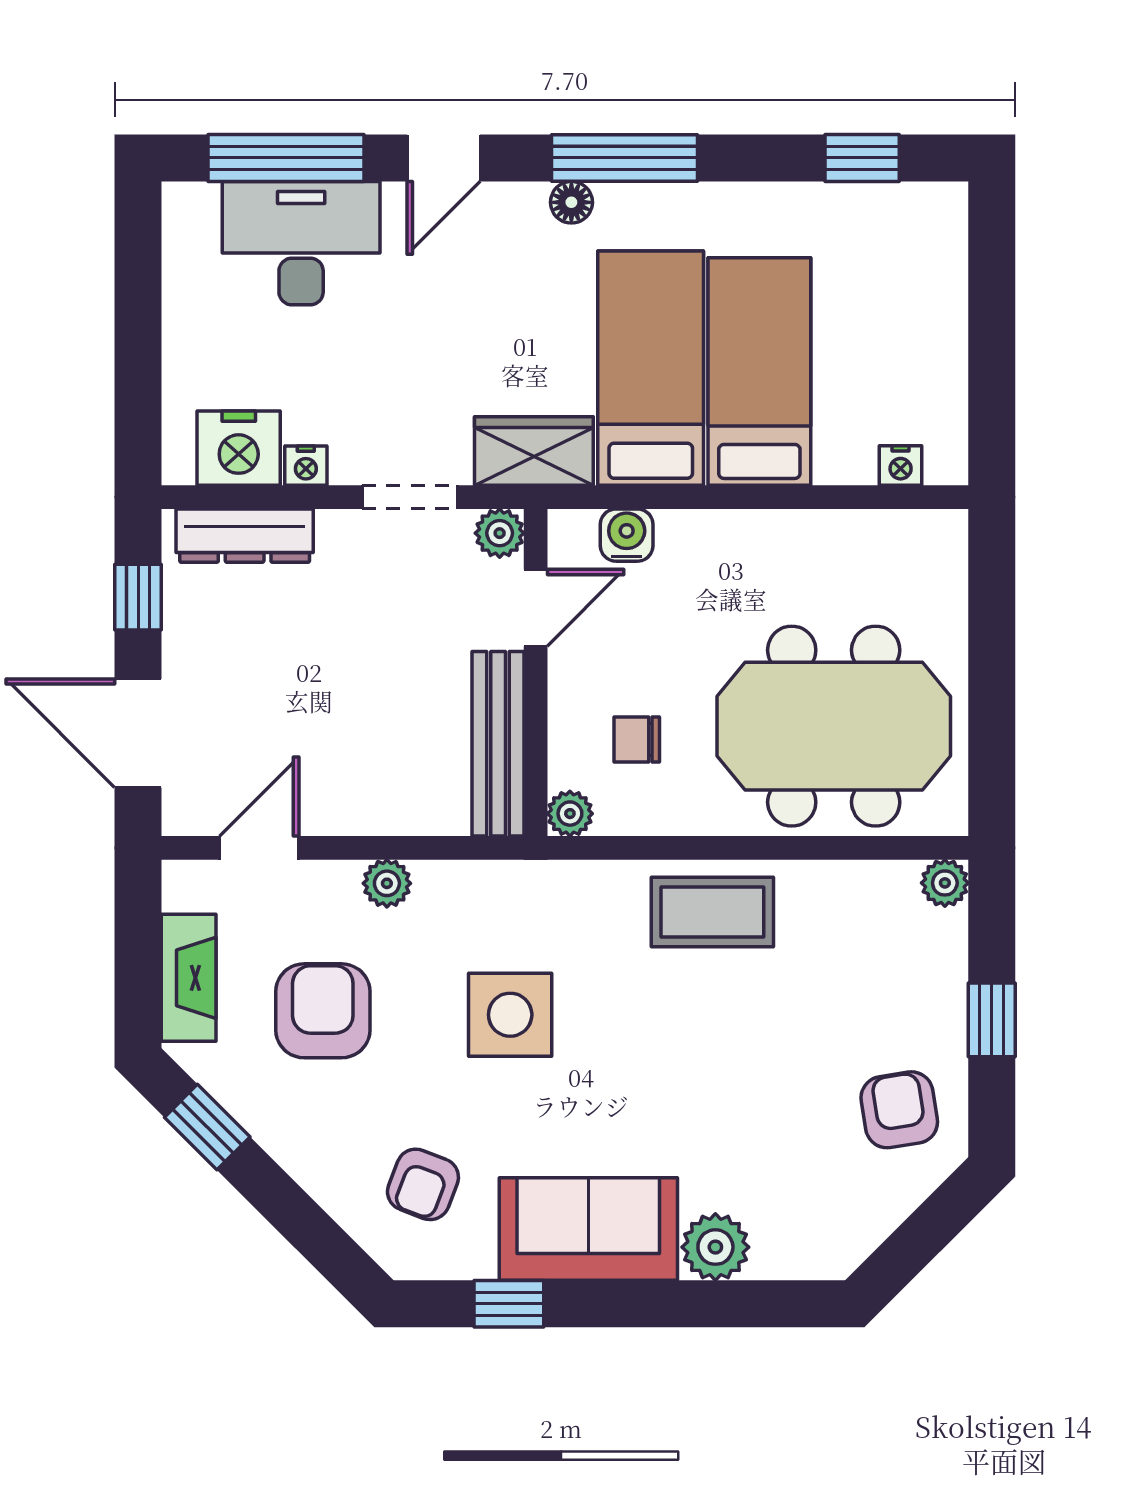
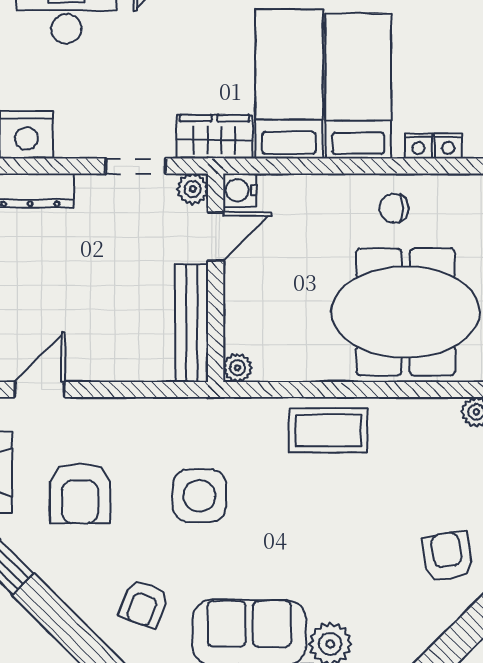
nightstand: (306, 466) -> (418, 146), moved
water cooler: (627, 535) -> (240, 190), moved, turned -90
chair: (637, 739) -> (394, 208), moved
plant: (387, 883) -> (121, 412), removed
armchair: (323, 1011) -> (80, 493), turned 180

